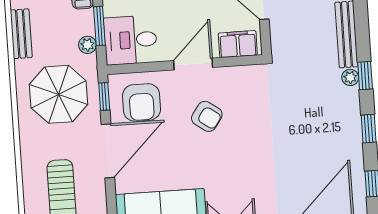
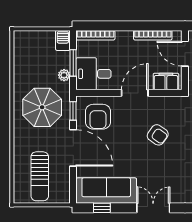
bench: (21, 34) -> (20, 65), removed
armchair: (207, 116) -> (158, 135), moved
door: (108, 151) -> (73, 148), hinge flipped

